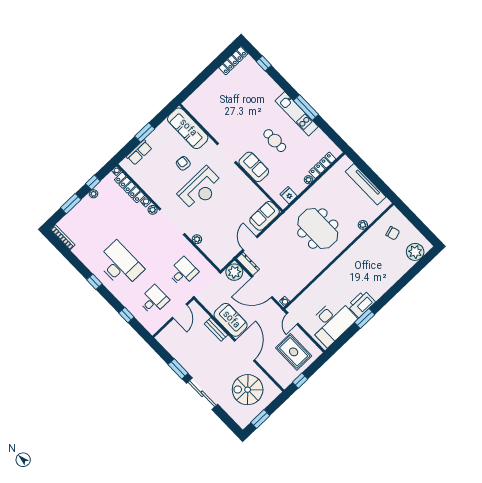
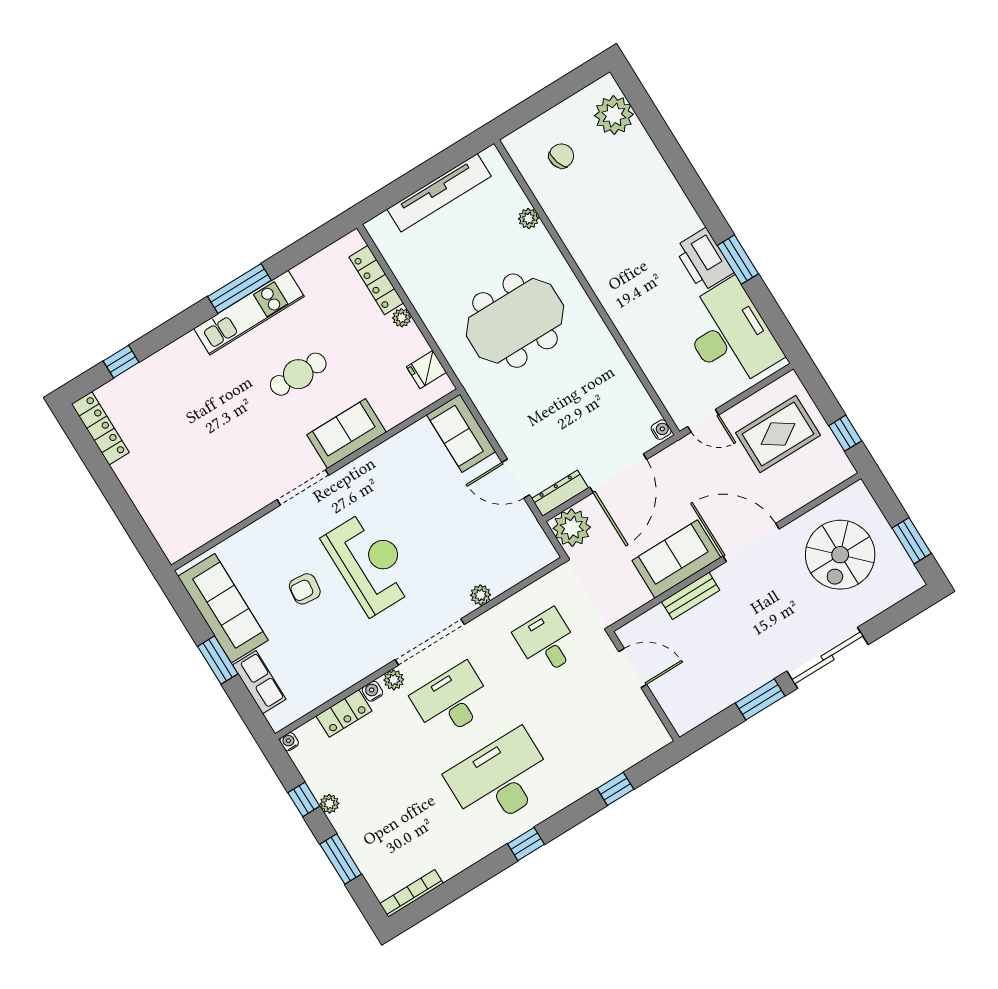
sofa: (188, 128) -> (223, 608), moved, turned -90
locker: (129, 187) -> (344, 713), width x0.66
desk: (154, 300) -> (452, 701), moved, width x1.37

